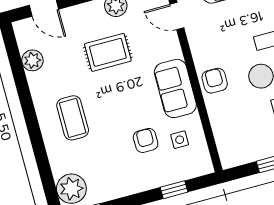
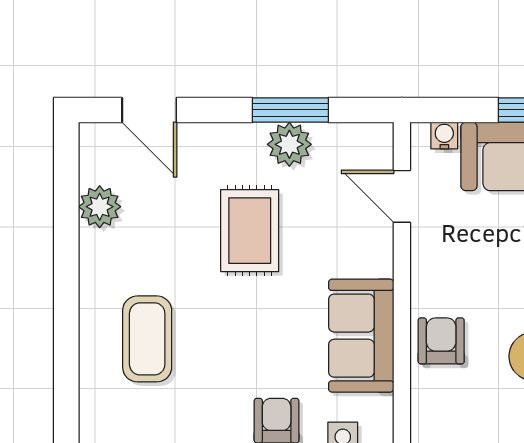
rug: (108, 52) -> (250, 231), turned 90

